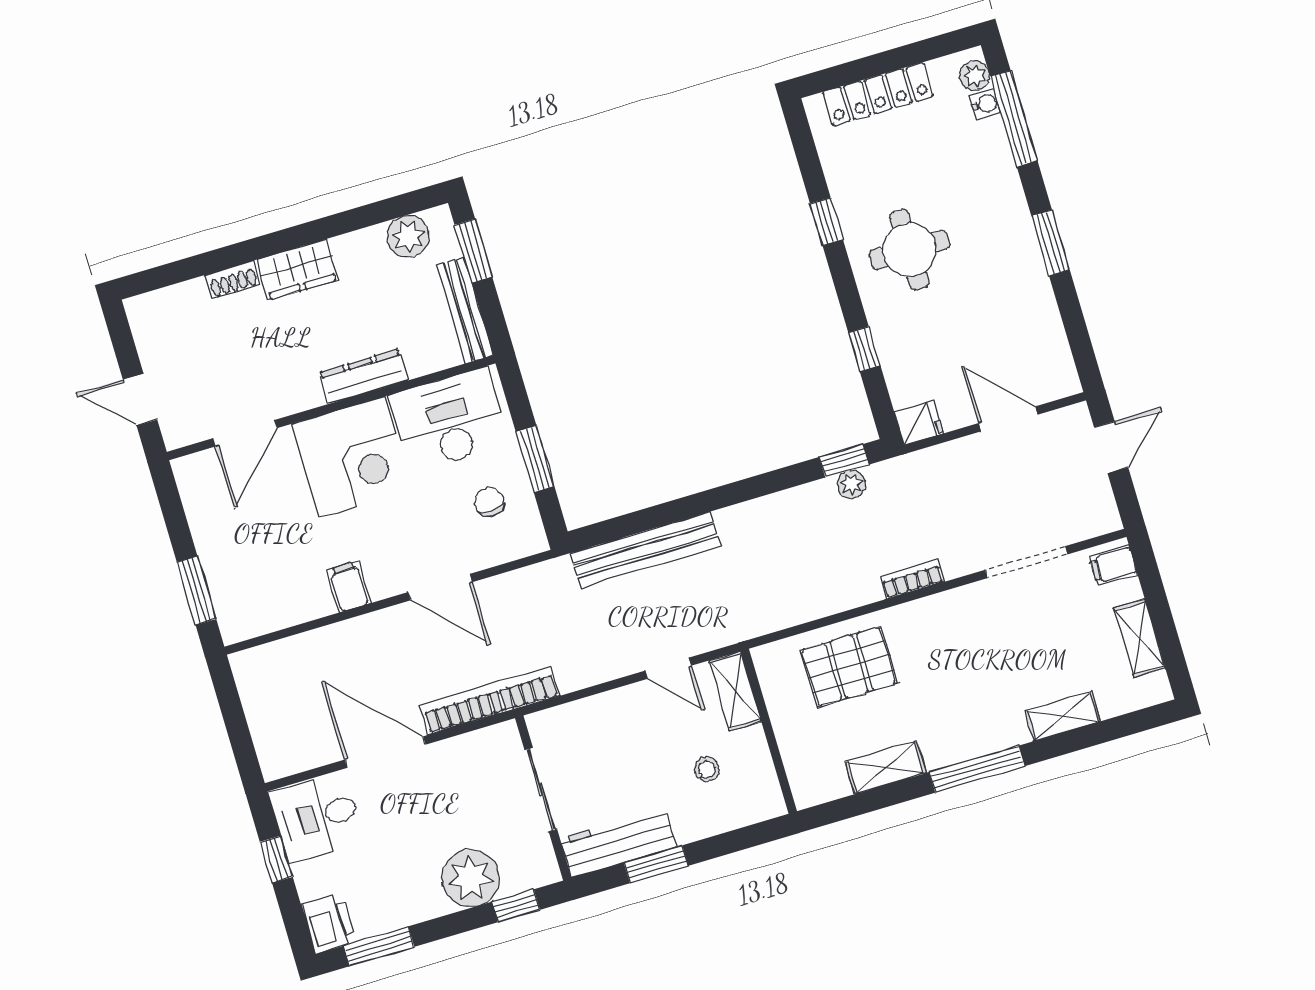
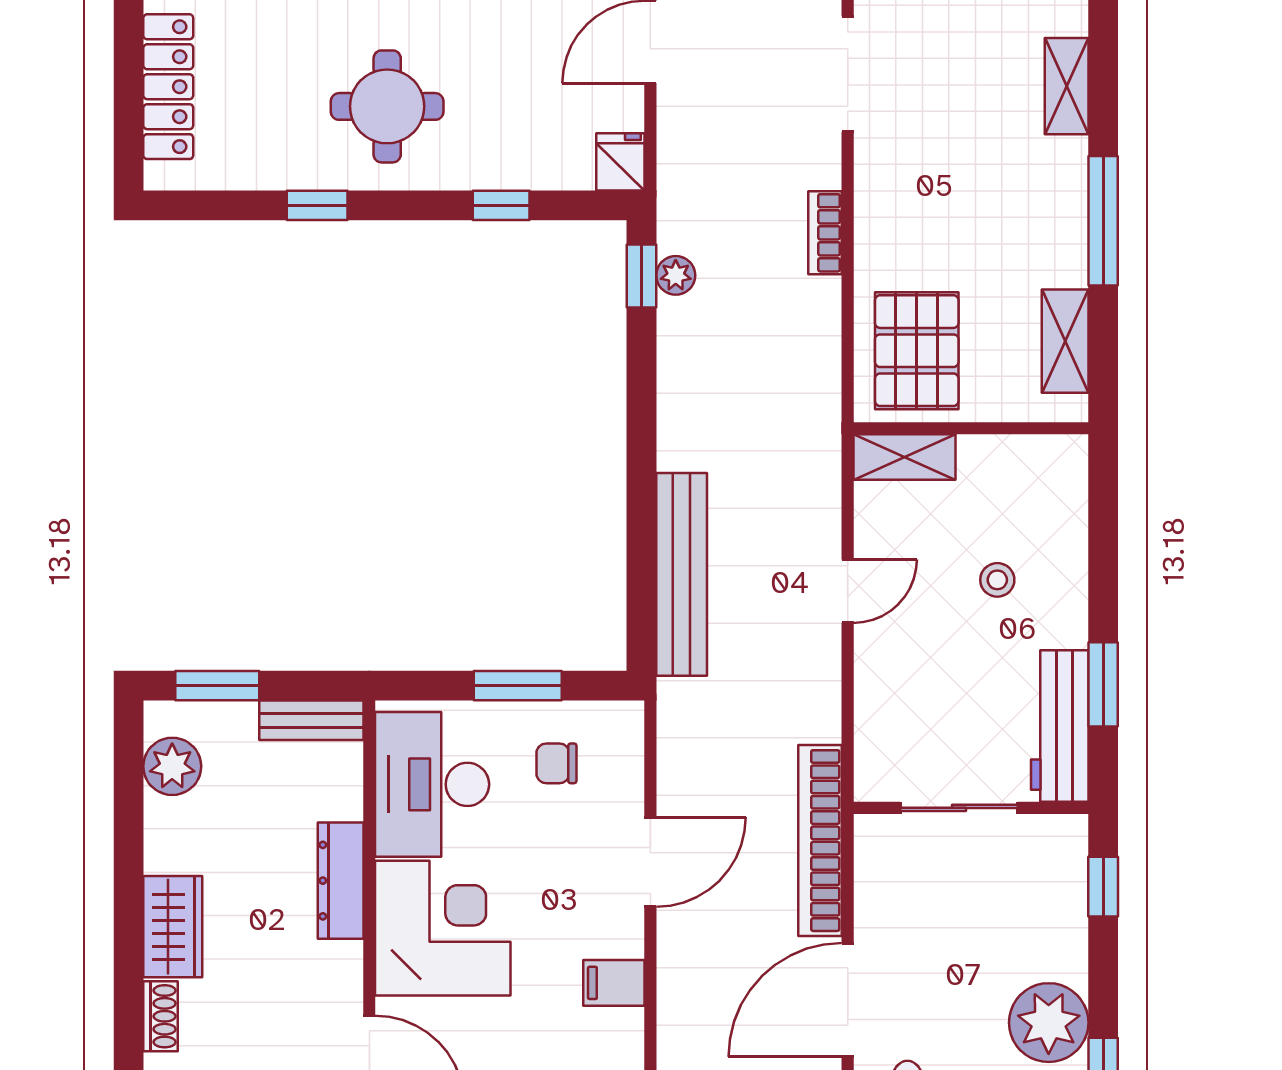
bench: (465, 310) -> (311, 720), width x0.73
shelving: (735, 691) -> (904, 457), moved
wall: (769, 731) -> (971, 428), moved
plant: (471, 878) -> (1049, 1023), moved

